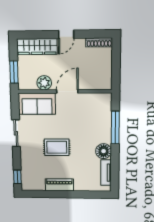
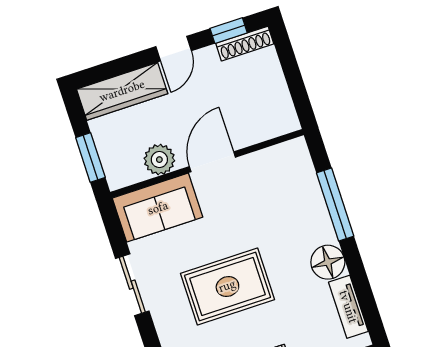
window: (94, 34) -> (229, 31), added
rug: (57, 147) -> (227, 286), width x1.36, depth x1.43

